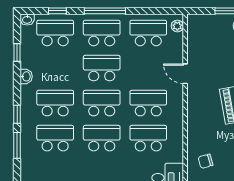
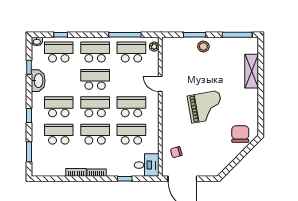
window: (105, 11) -> (125, 35), moved
washbasin: (26, 76) -> (38, 81), width x1.91, depth x1.45
window: (17, 145) -> (29, 152), moved

